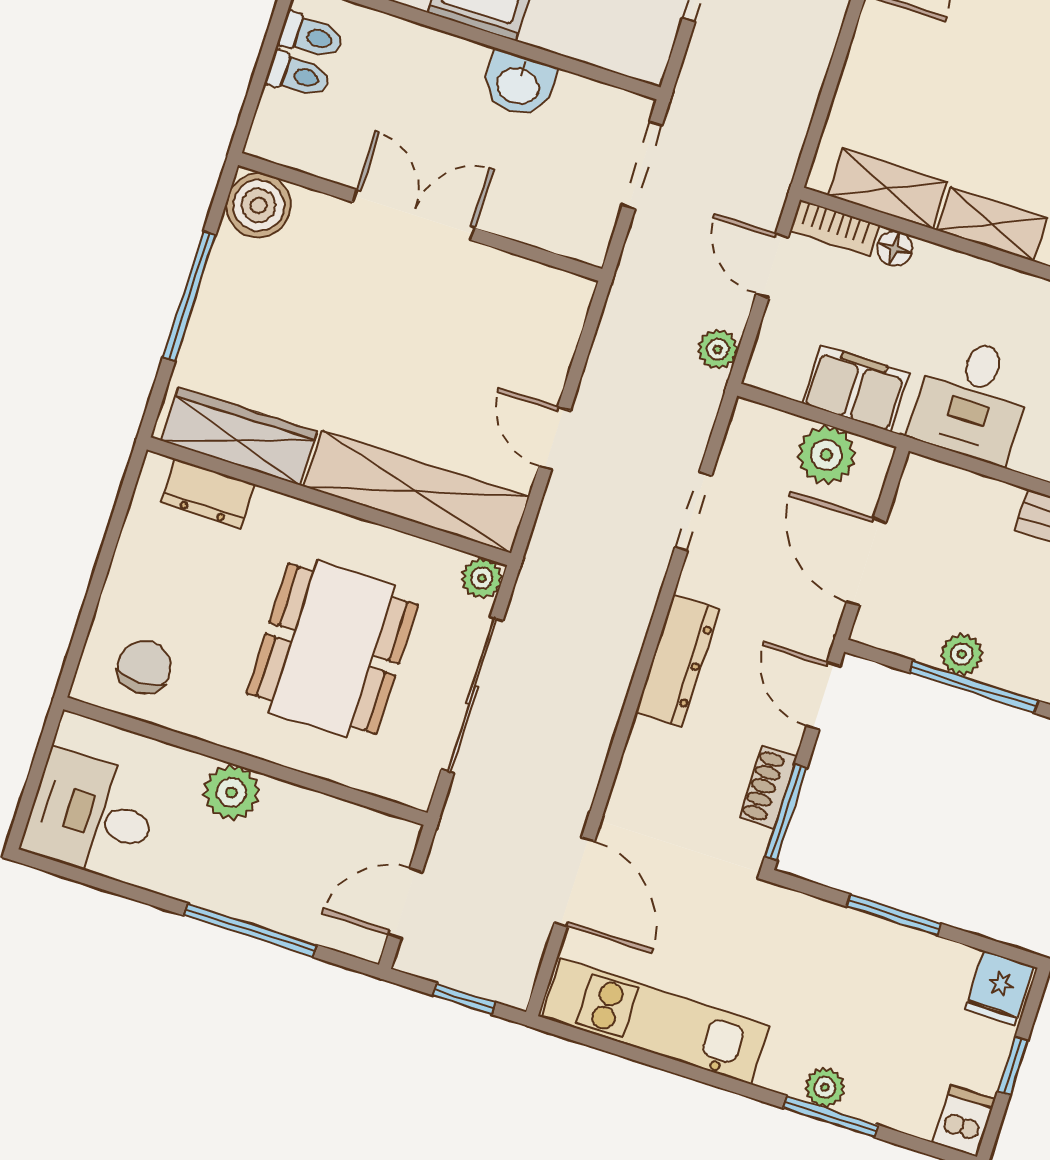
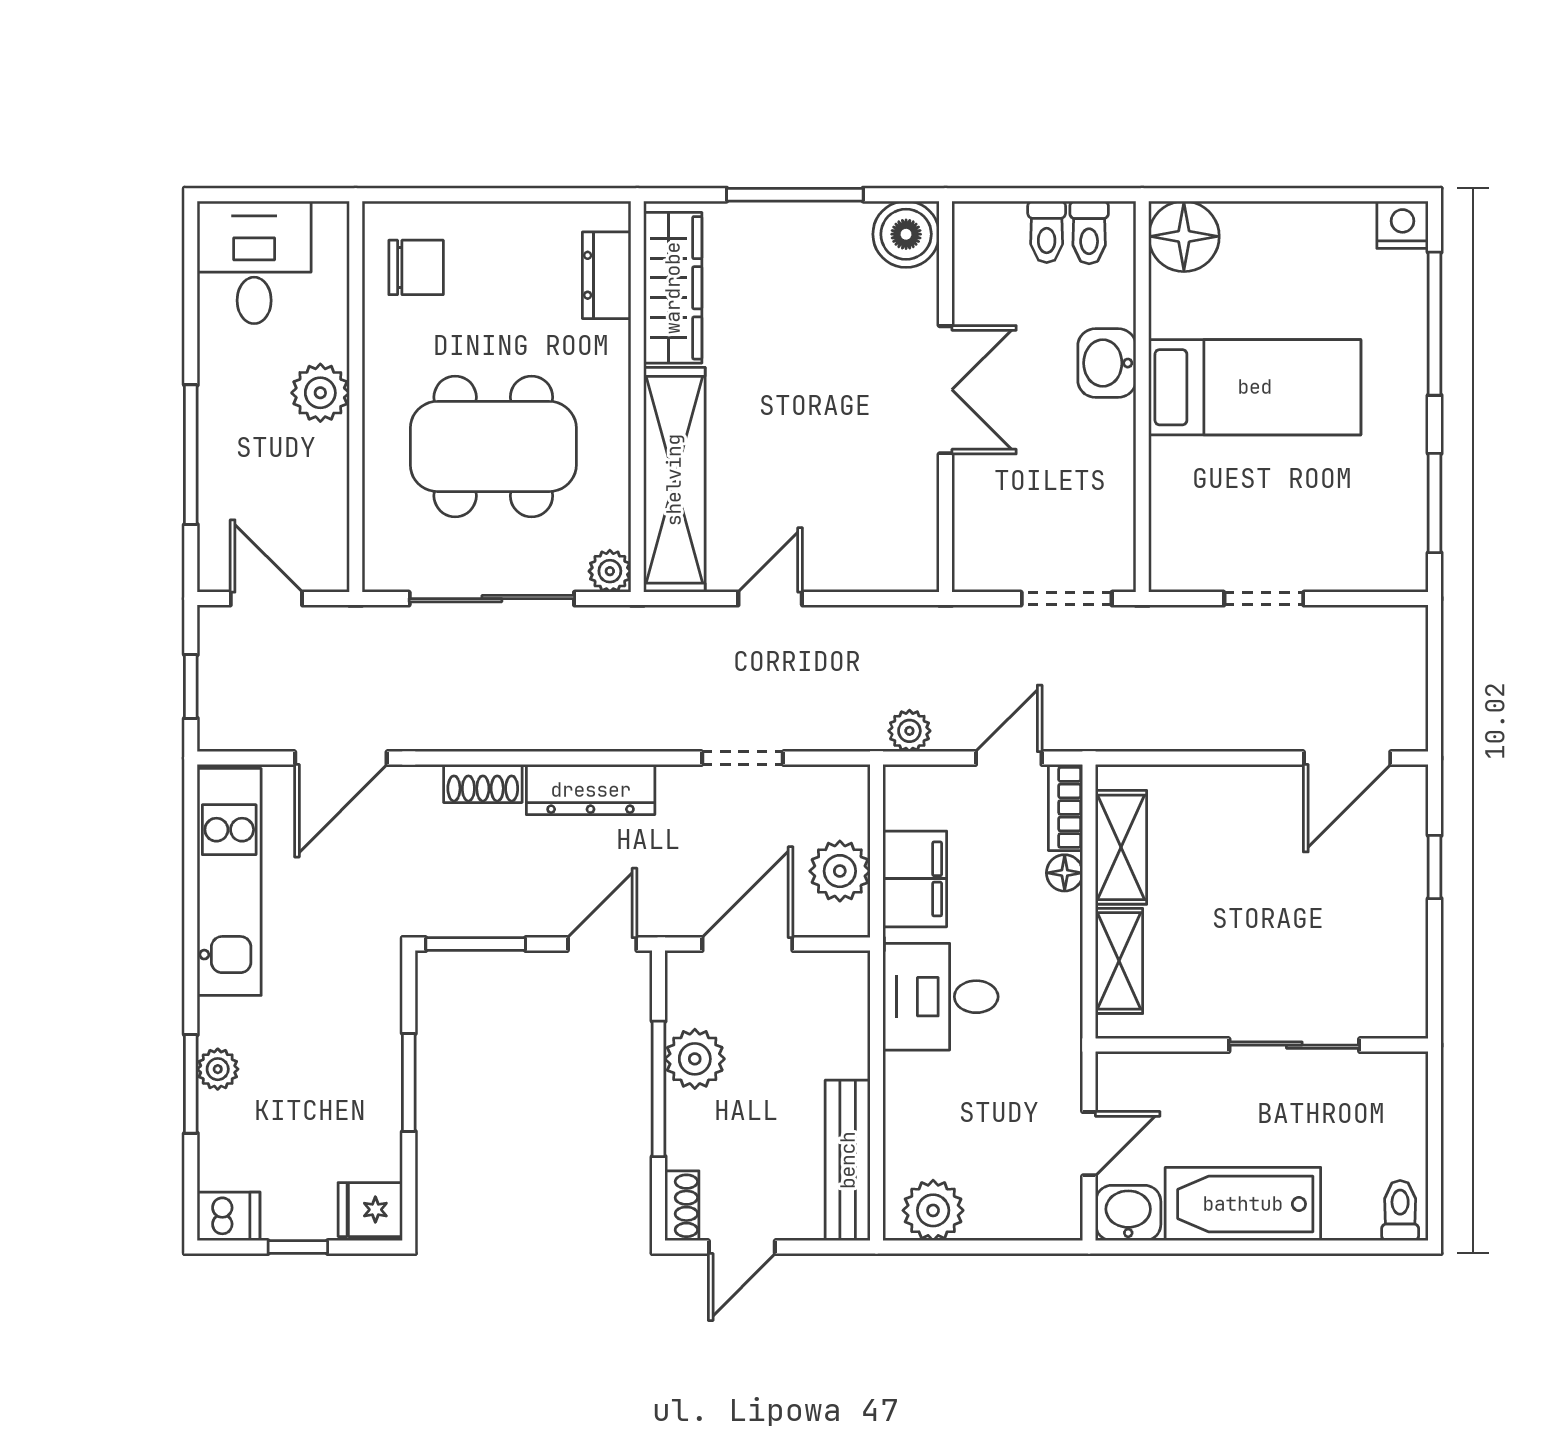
washbasin: (518, 84) -> (1107, 363), moved
plant: (962, 654) -> (695, 1059), width x1.38, depth x1.38
shoe rack: (768, 787) -> (483, 783), moved, turned 180

